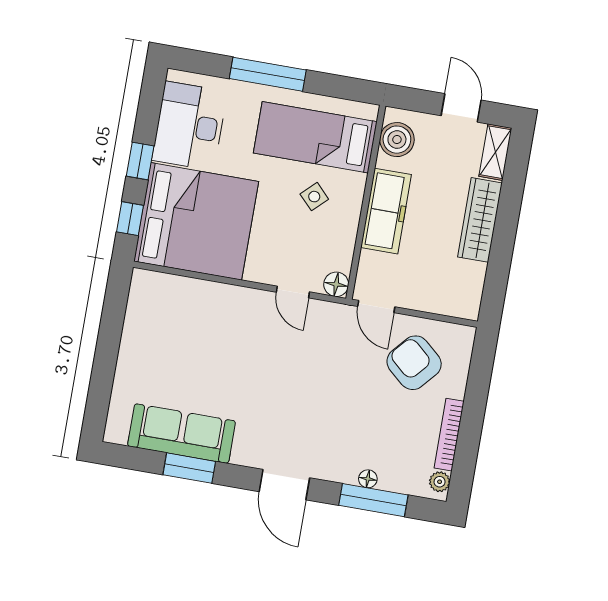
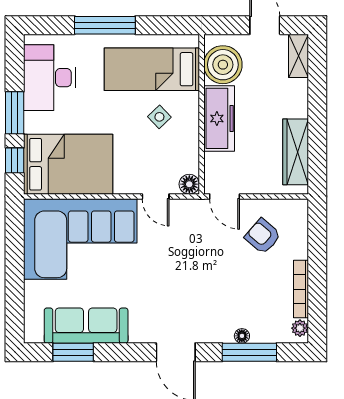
boiler: (397, 140) -> (223, 65), width x1.37, depth x1.37
window: (140, 161) -> (15, 113), width x1.50
wardrobe: (480, 220) -> (296, 152), moved
bed: (196, 221) -> (68, 164), width x0.73
corner sofa: (193, 328) -> (80, 239), added
armchair: (414, 363) -> (263, 236), width x0.72, depth x0.72
window: (189, 468) -> (73, 352), moved

